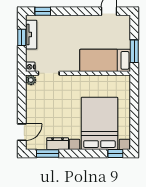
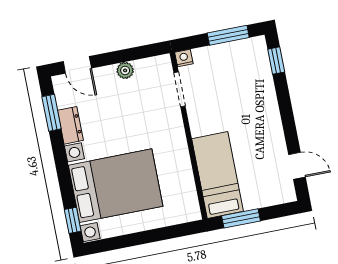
tv unit: (31, 35) -> (236, 49), removed
window: (22, 37) -> (228, 35), width x1.50
plant: (31, 80) -> (125, 70), moved

